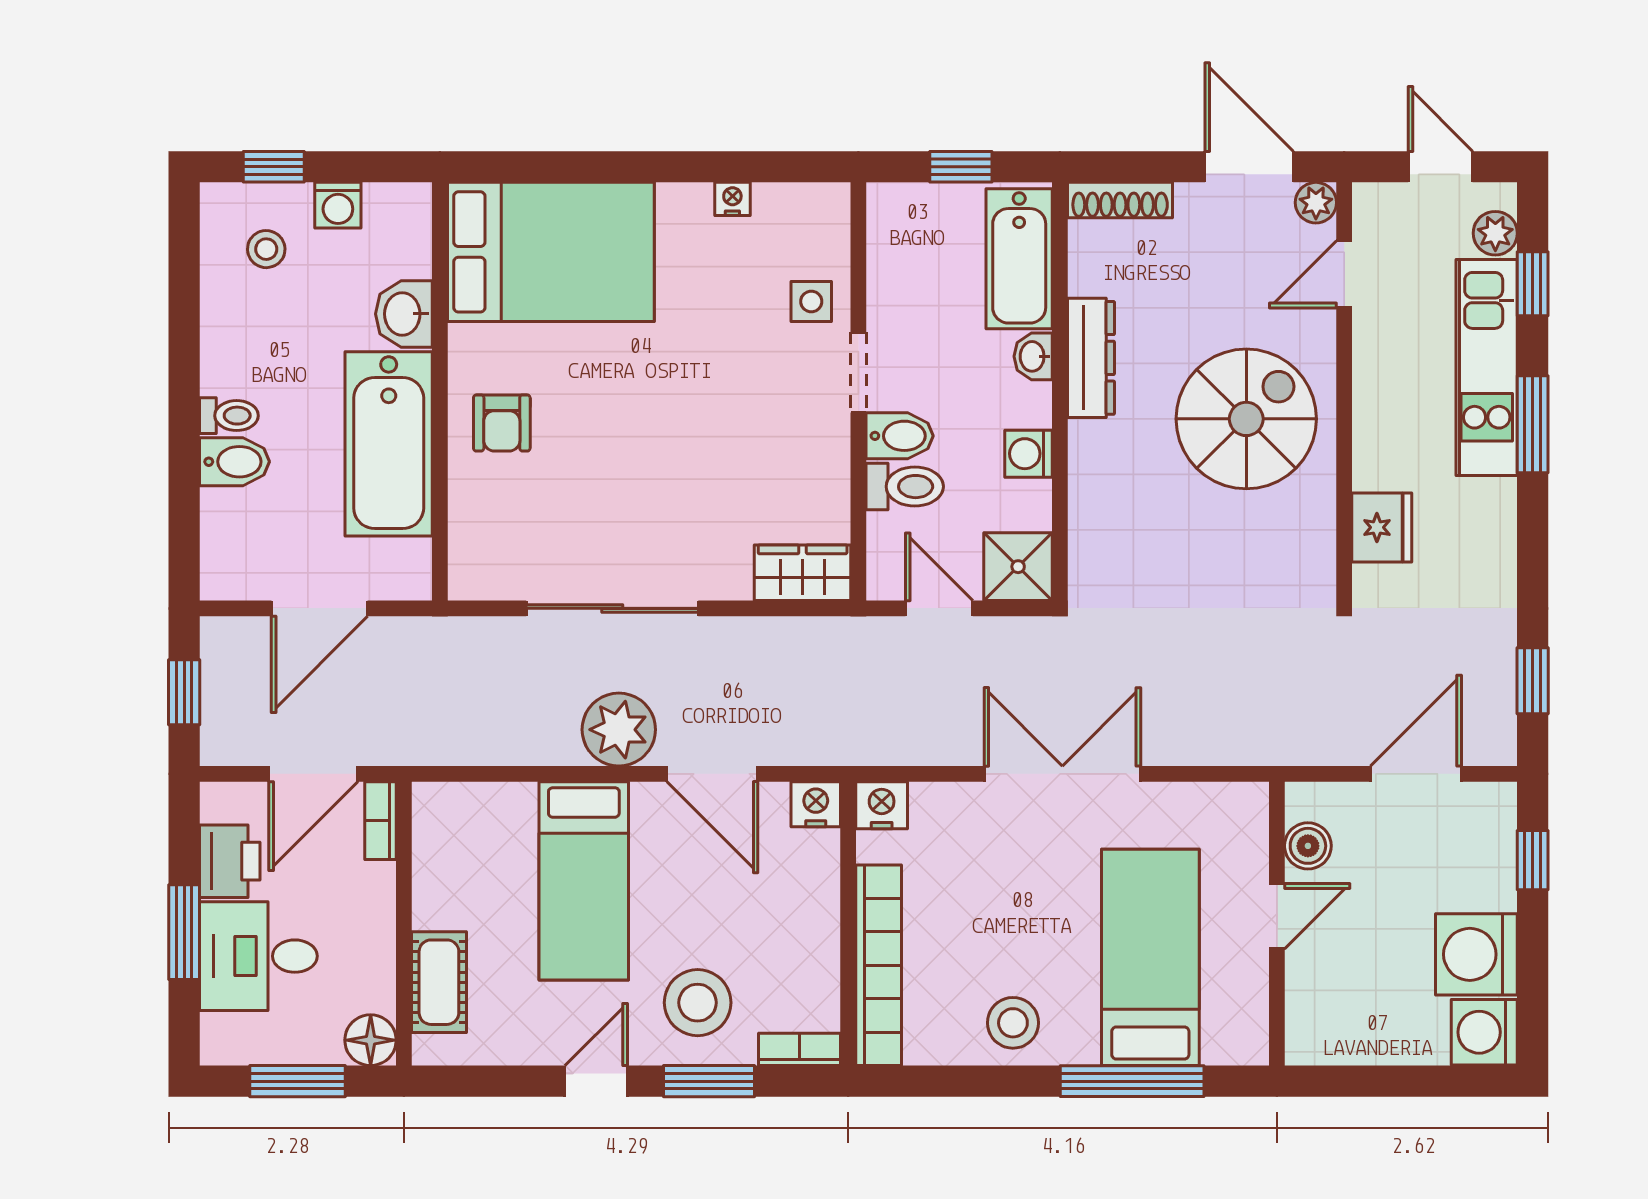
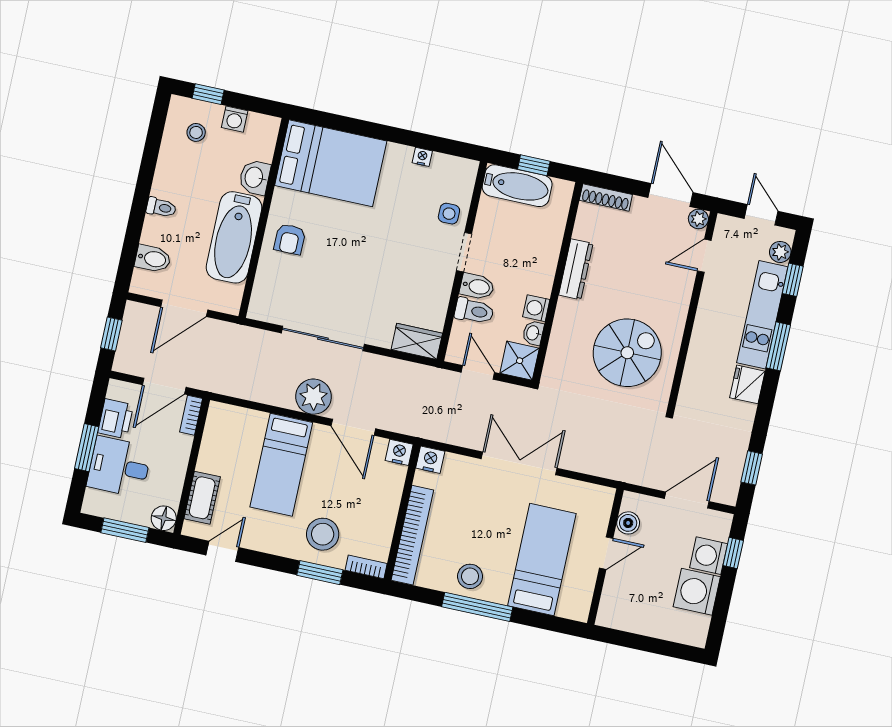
bathtub: (1019, 259) -> (517, 186), moved, turned -90
washbasin: (1033, 356) -> (533, 333), moved
spiral stairs: (1246, 419) -> (627, 353), moved
bidet: (235, 462) -> (153, 259), moved
fridge: (1382, 527) -> (747, 384), moved, turned 180
washing machine: (1484, 1032) -> (709, 556), moved
door: (596, 1081) -> (222, 551), moved
window: (1132, 1081) -> (477, 607), moved

